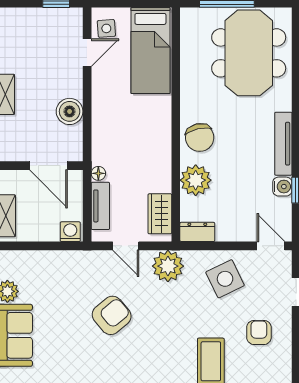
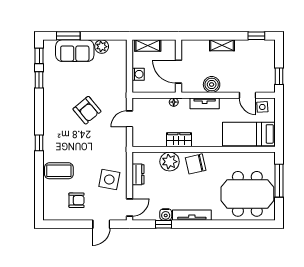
door: (49, 166) -> (178, 72), hinge flipped
tv unit: (100, 206) -> (205, 103), moved
wardrobe: (160, 214) -> (179, 140), moved
washing machine: (70, 232) -> (138, 74), moved
dresser: (197, 232) -> (138, 174), moved
plant: (168, 266) -> (117, 145), removed
side table: (225, 279) -> (109, 179), turned 37

